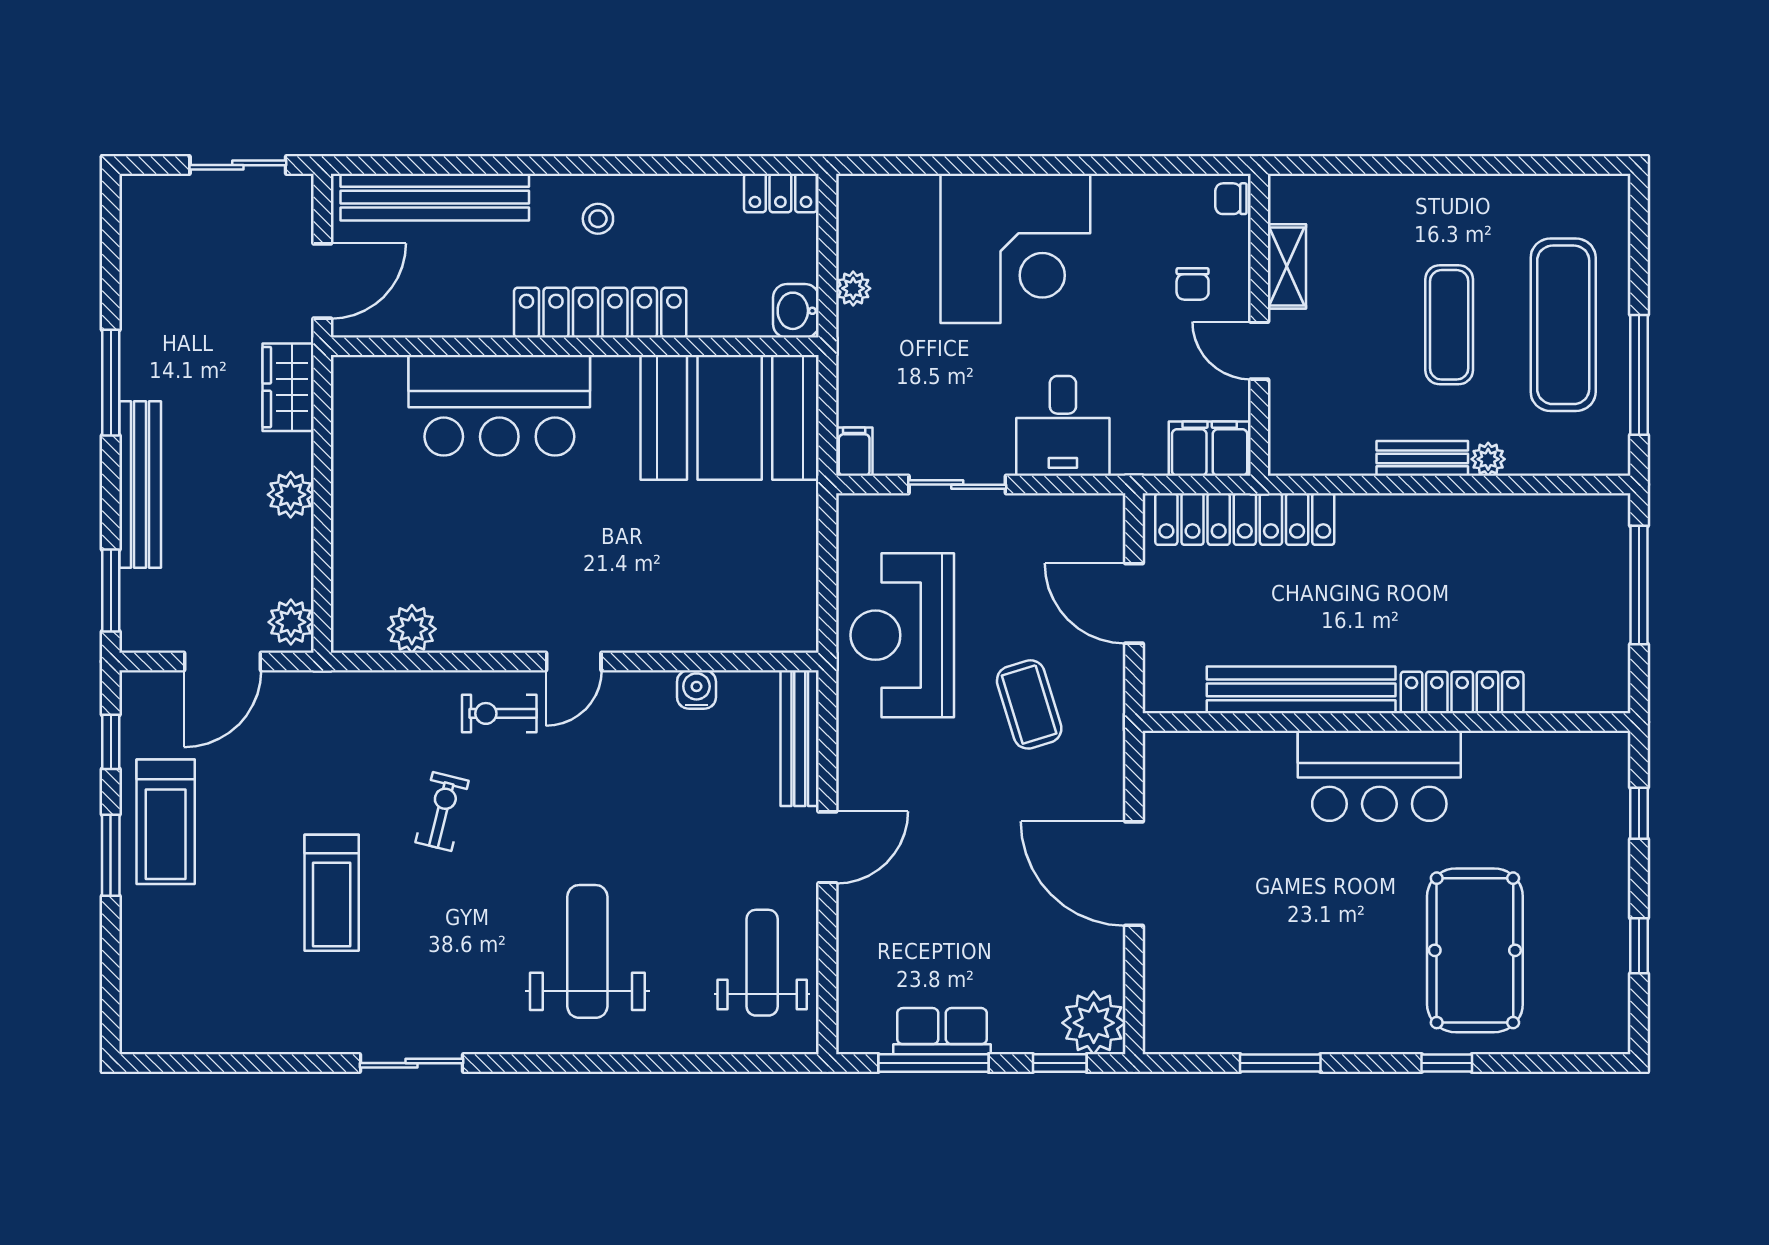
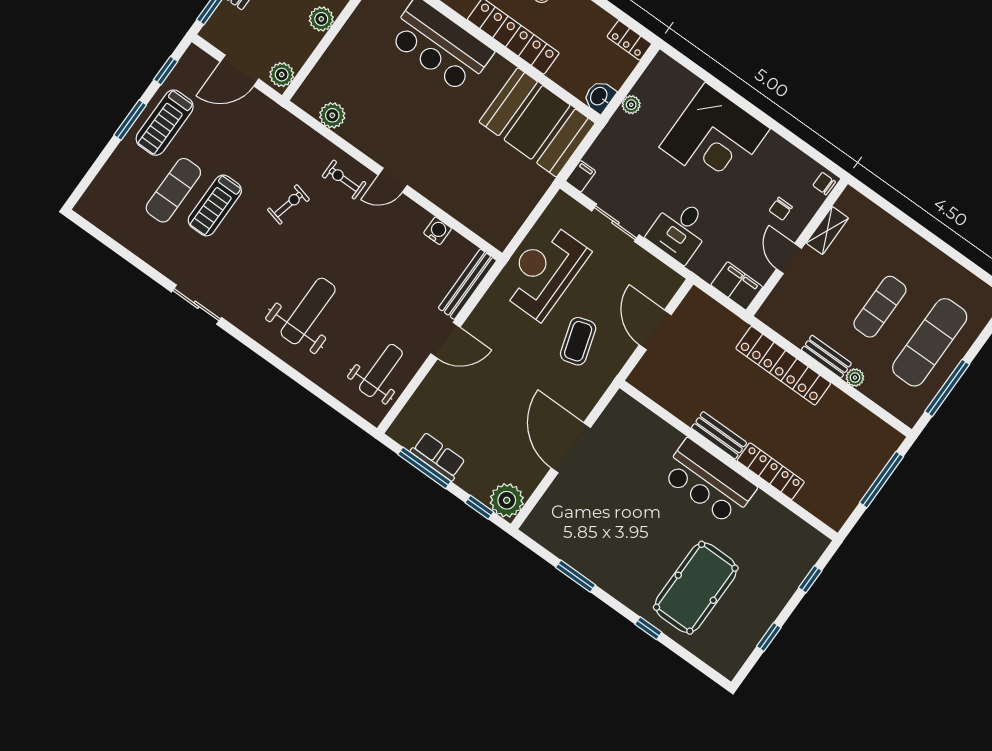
locker: (1245, 519) -> (783, 366), moved
bench: (1301, 690) -> (719, 435), width x0.54, depth x0.82
exercise mat: (252, 915) -> (173, 190), added

